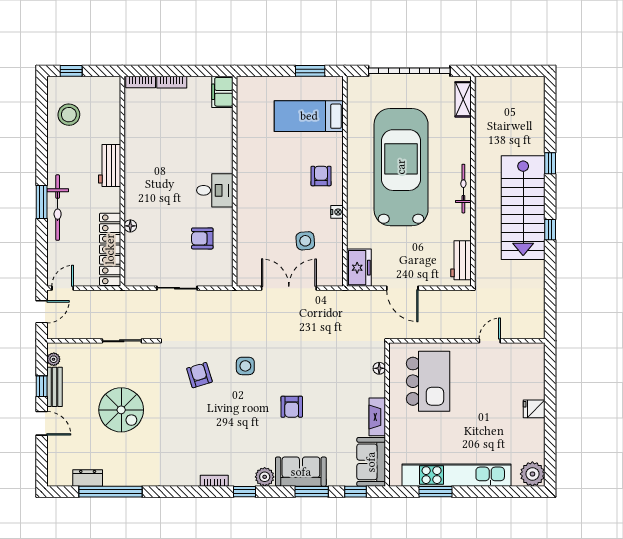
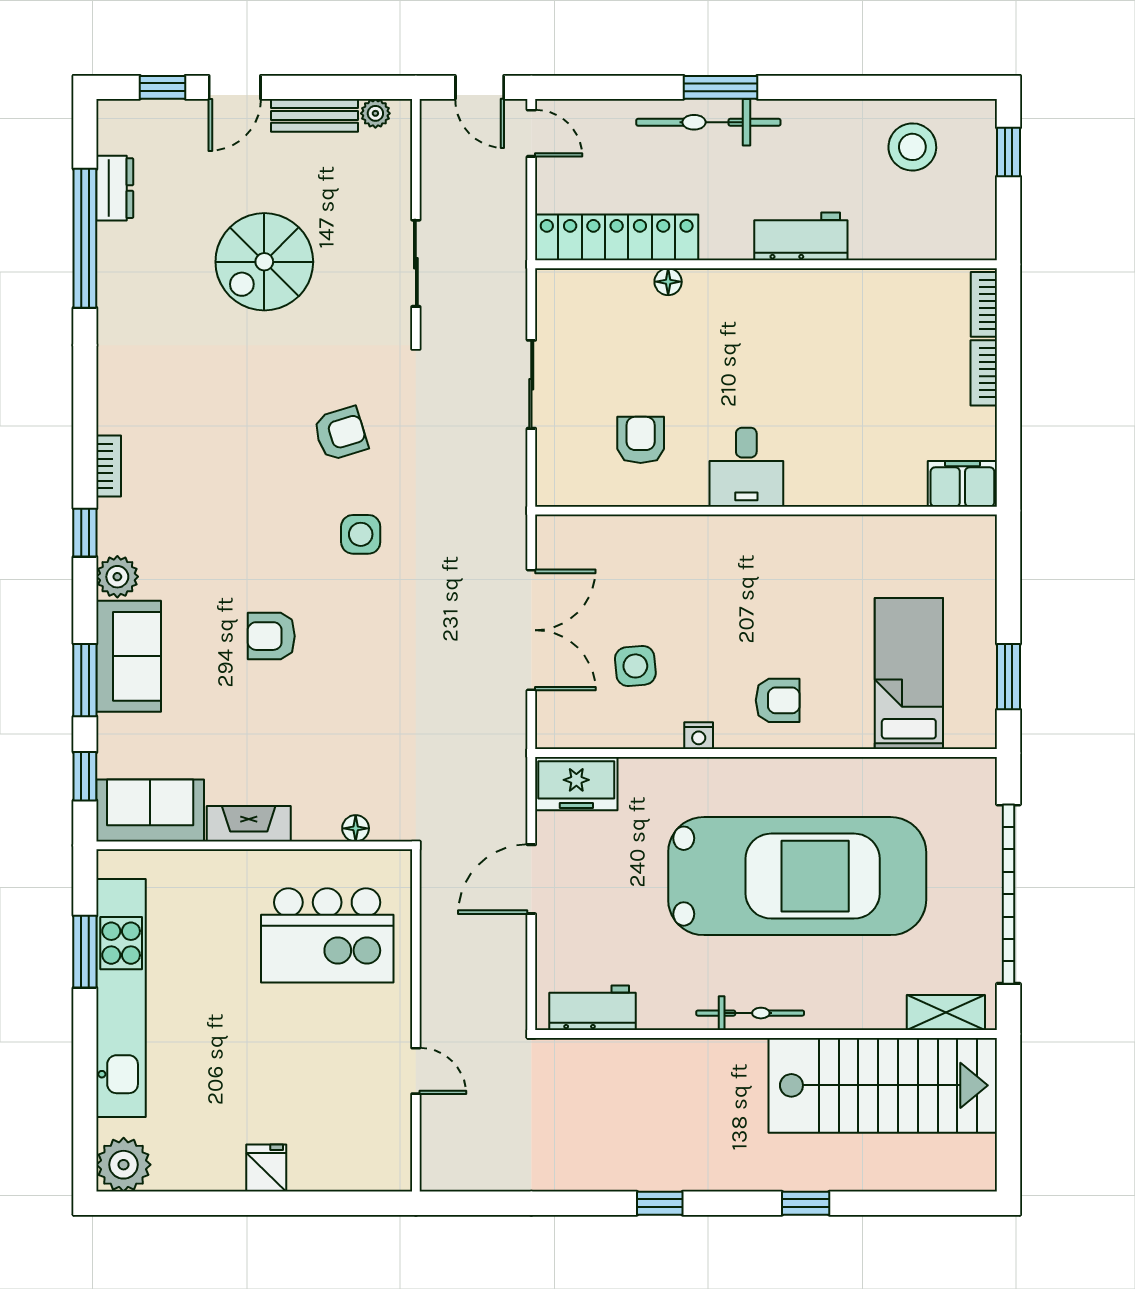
stairs: (523, 208) -> (883, 1085), moved, turned 180
window: (42, 386) -> (163, 87), moved

